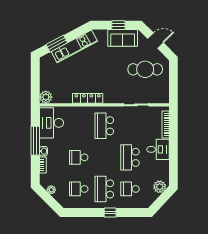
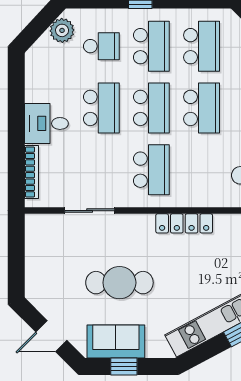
cafe table: (145, 69) -> (119, 283), moved
school desk: (79, 157) -> (202, 108), width x1.85
school desk: (104, 157) -> (151, 108), added
plant: (160, 187) -> (62, 30), moved
school desk: (79, 189) -> (202, 46), width x1.85

